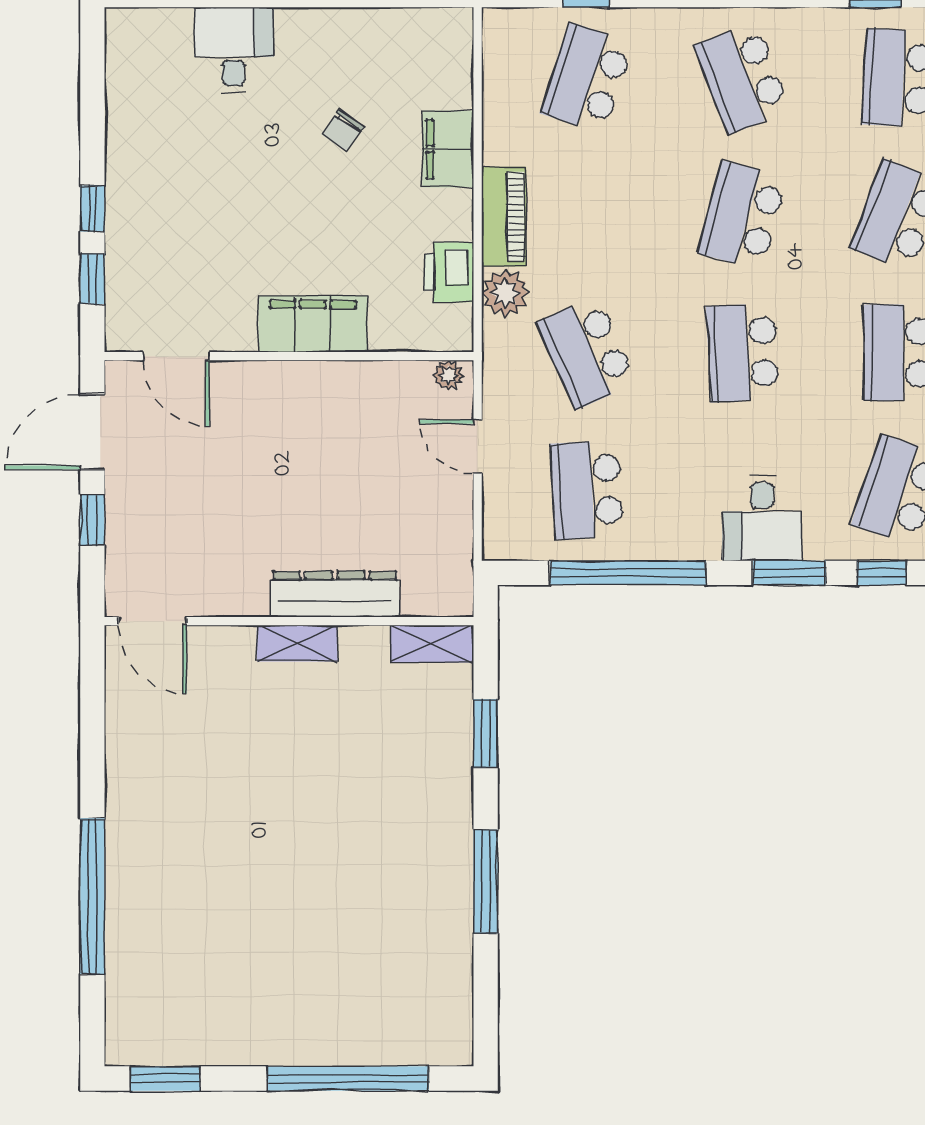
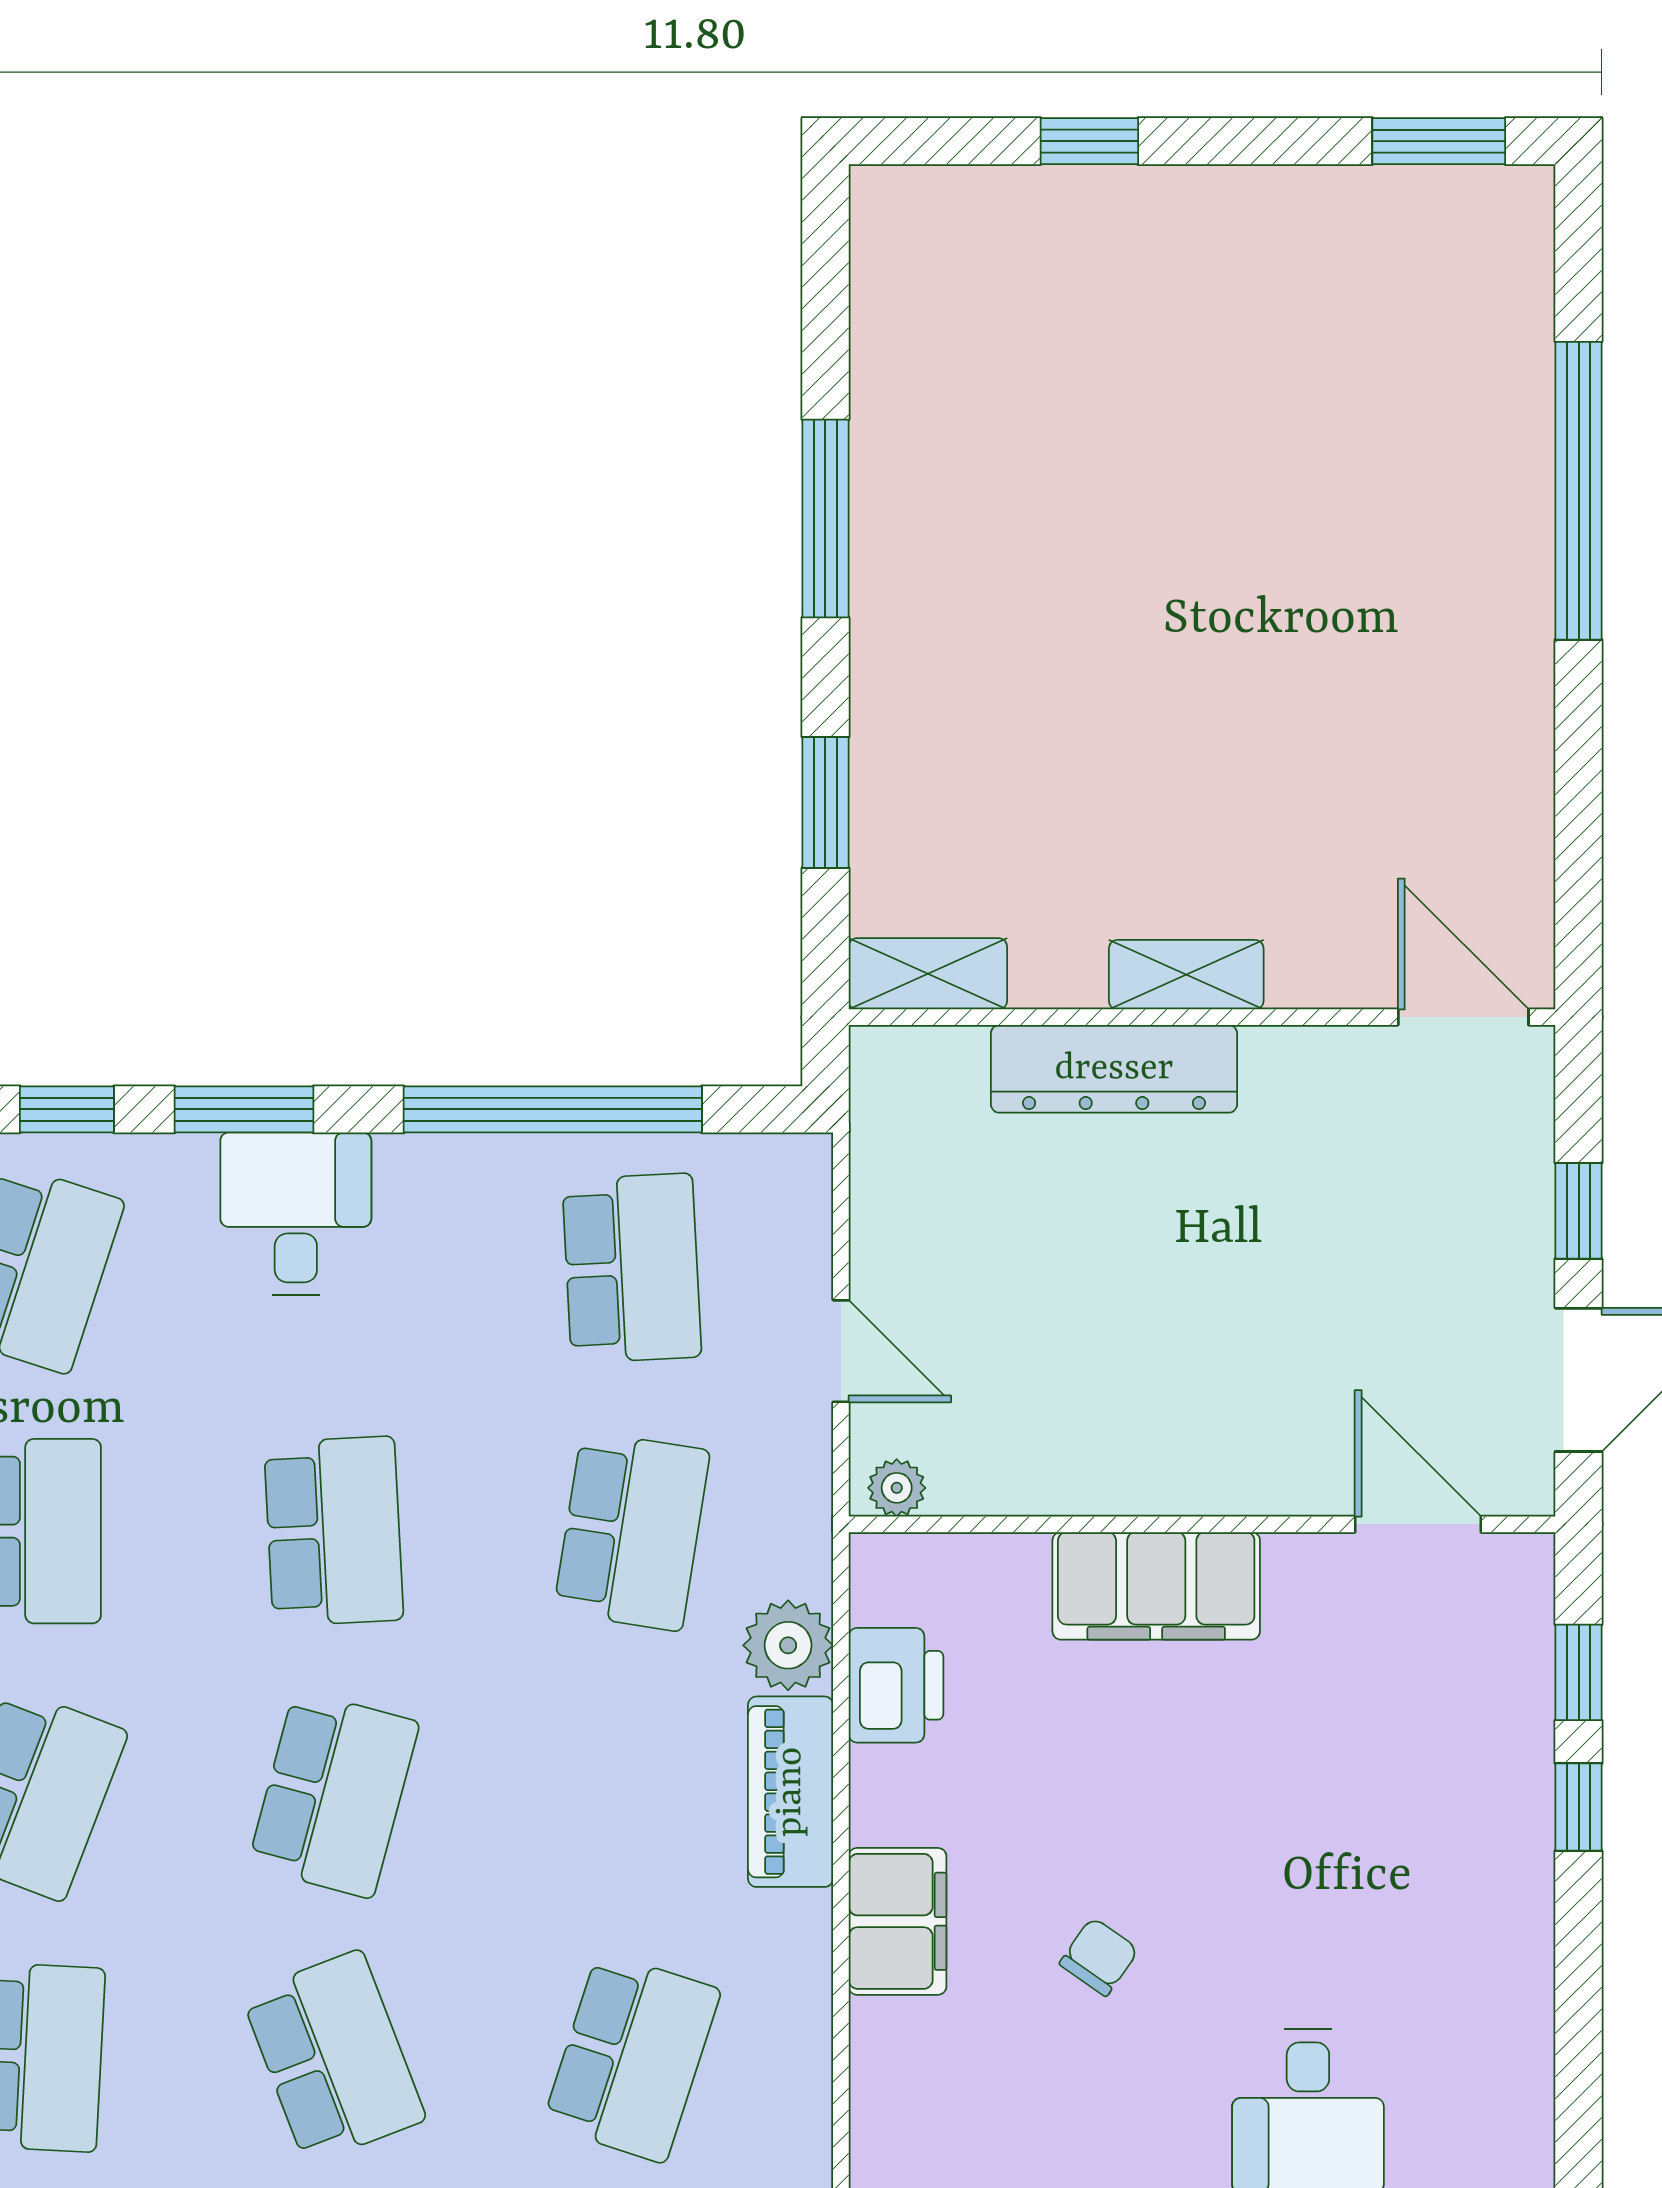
school desk: (587, 353) -> (632, 1531), turned 33
window: (348, 1079) -> (1089, 141), width x0.32

